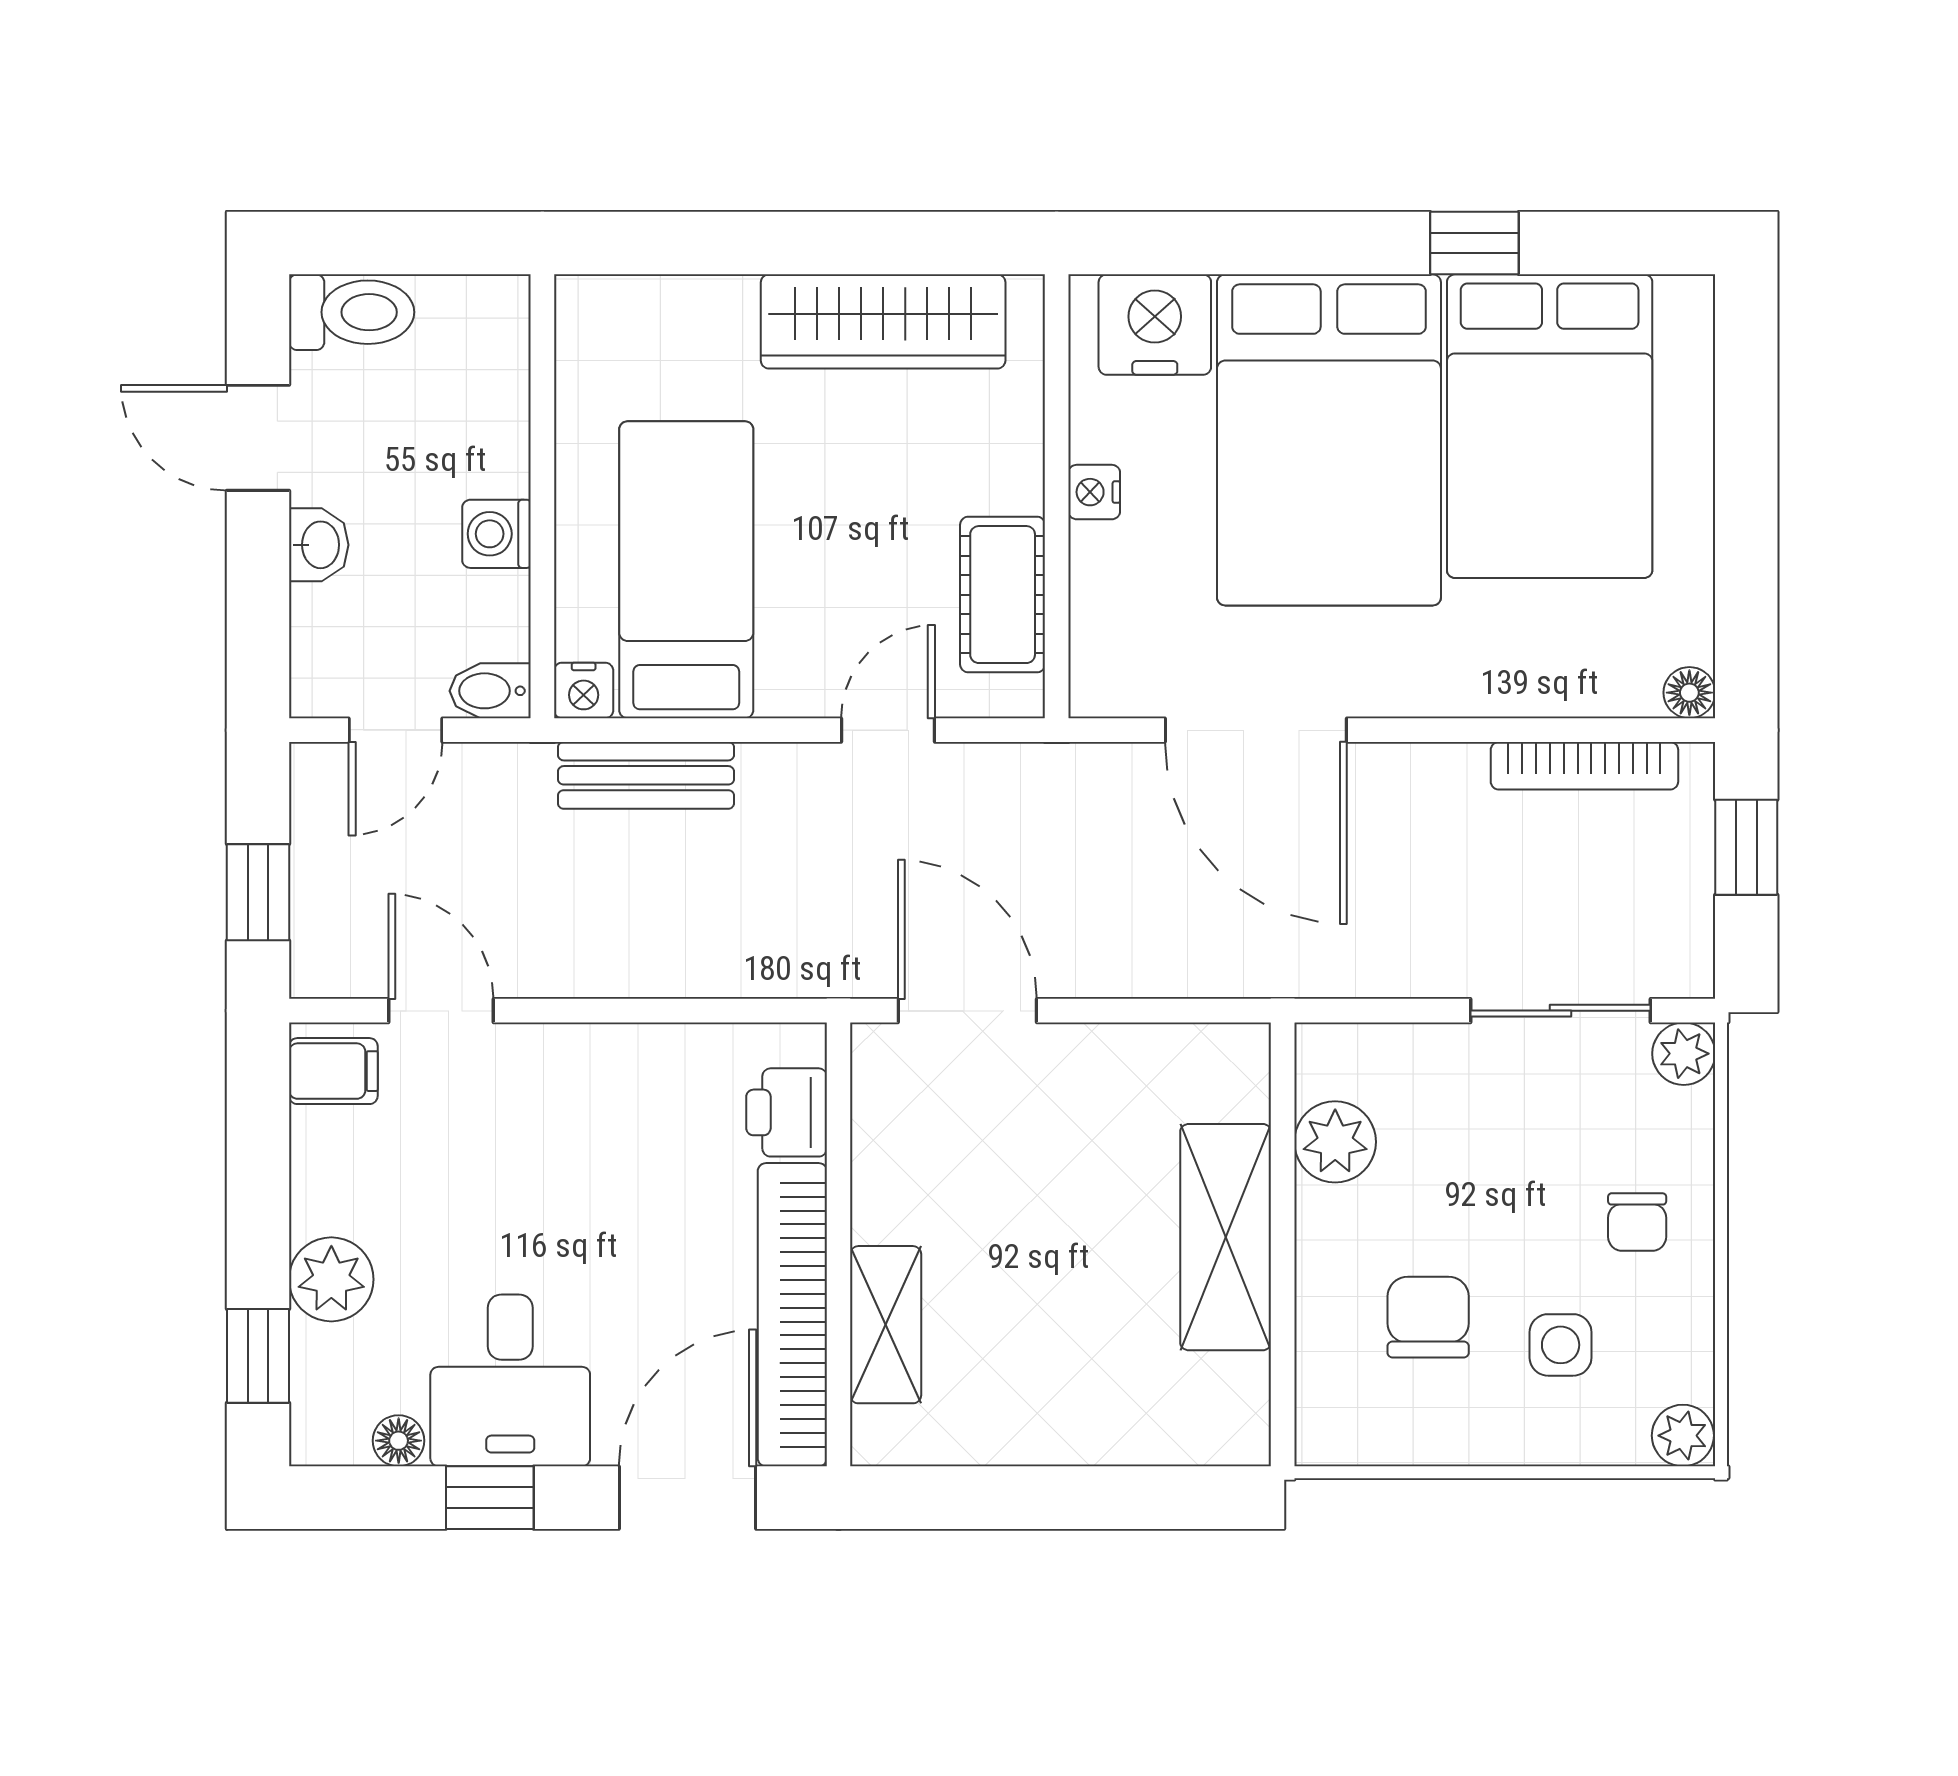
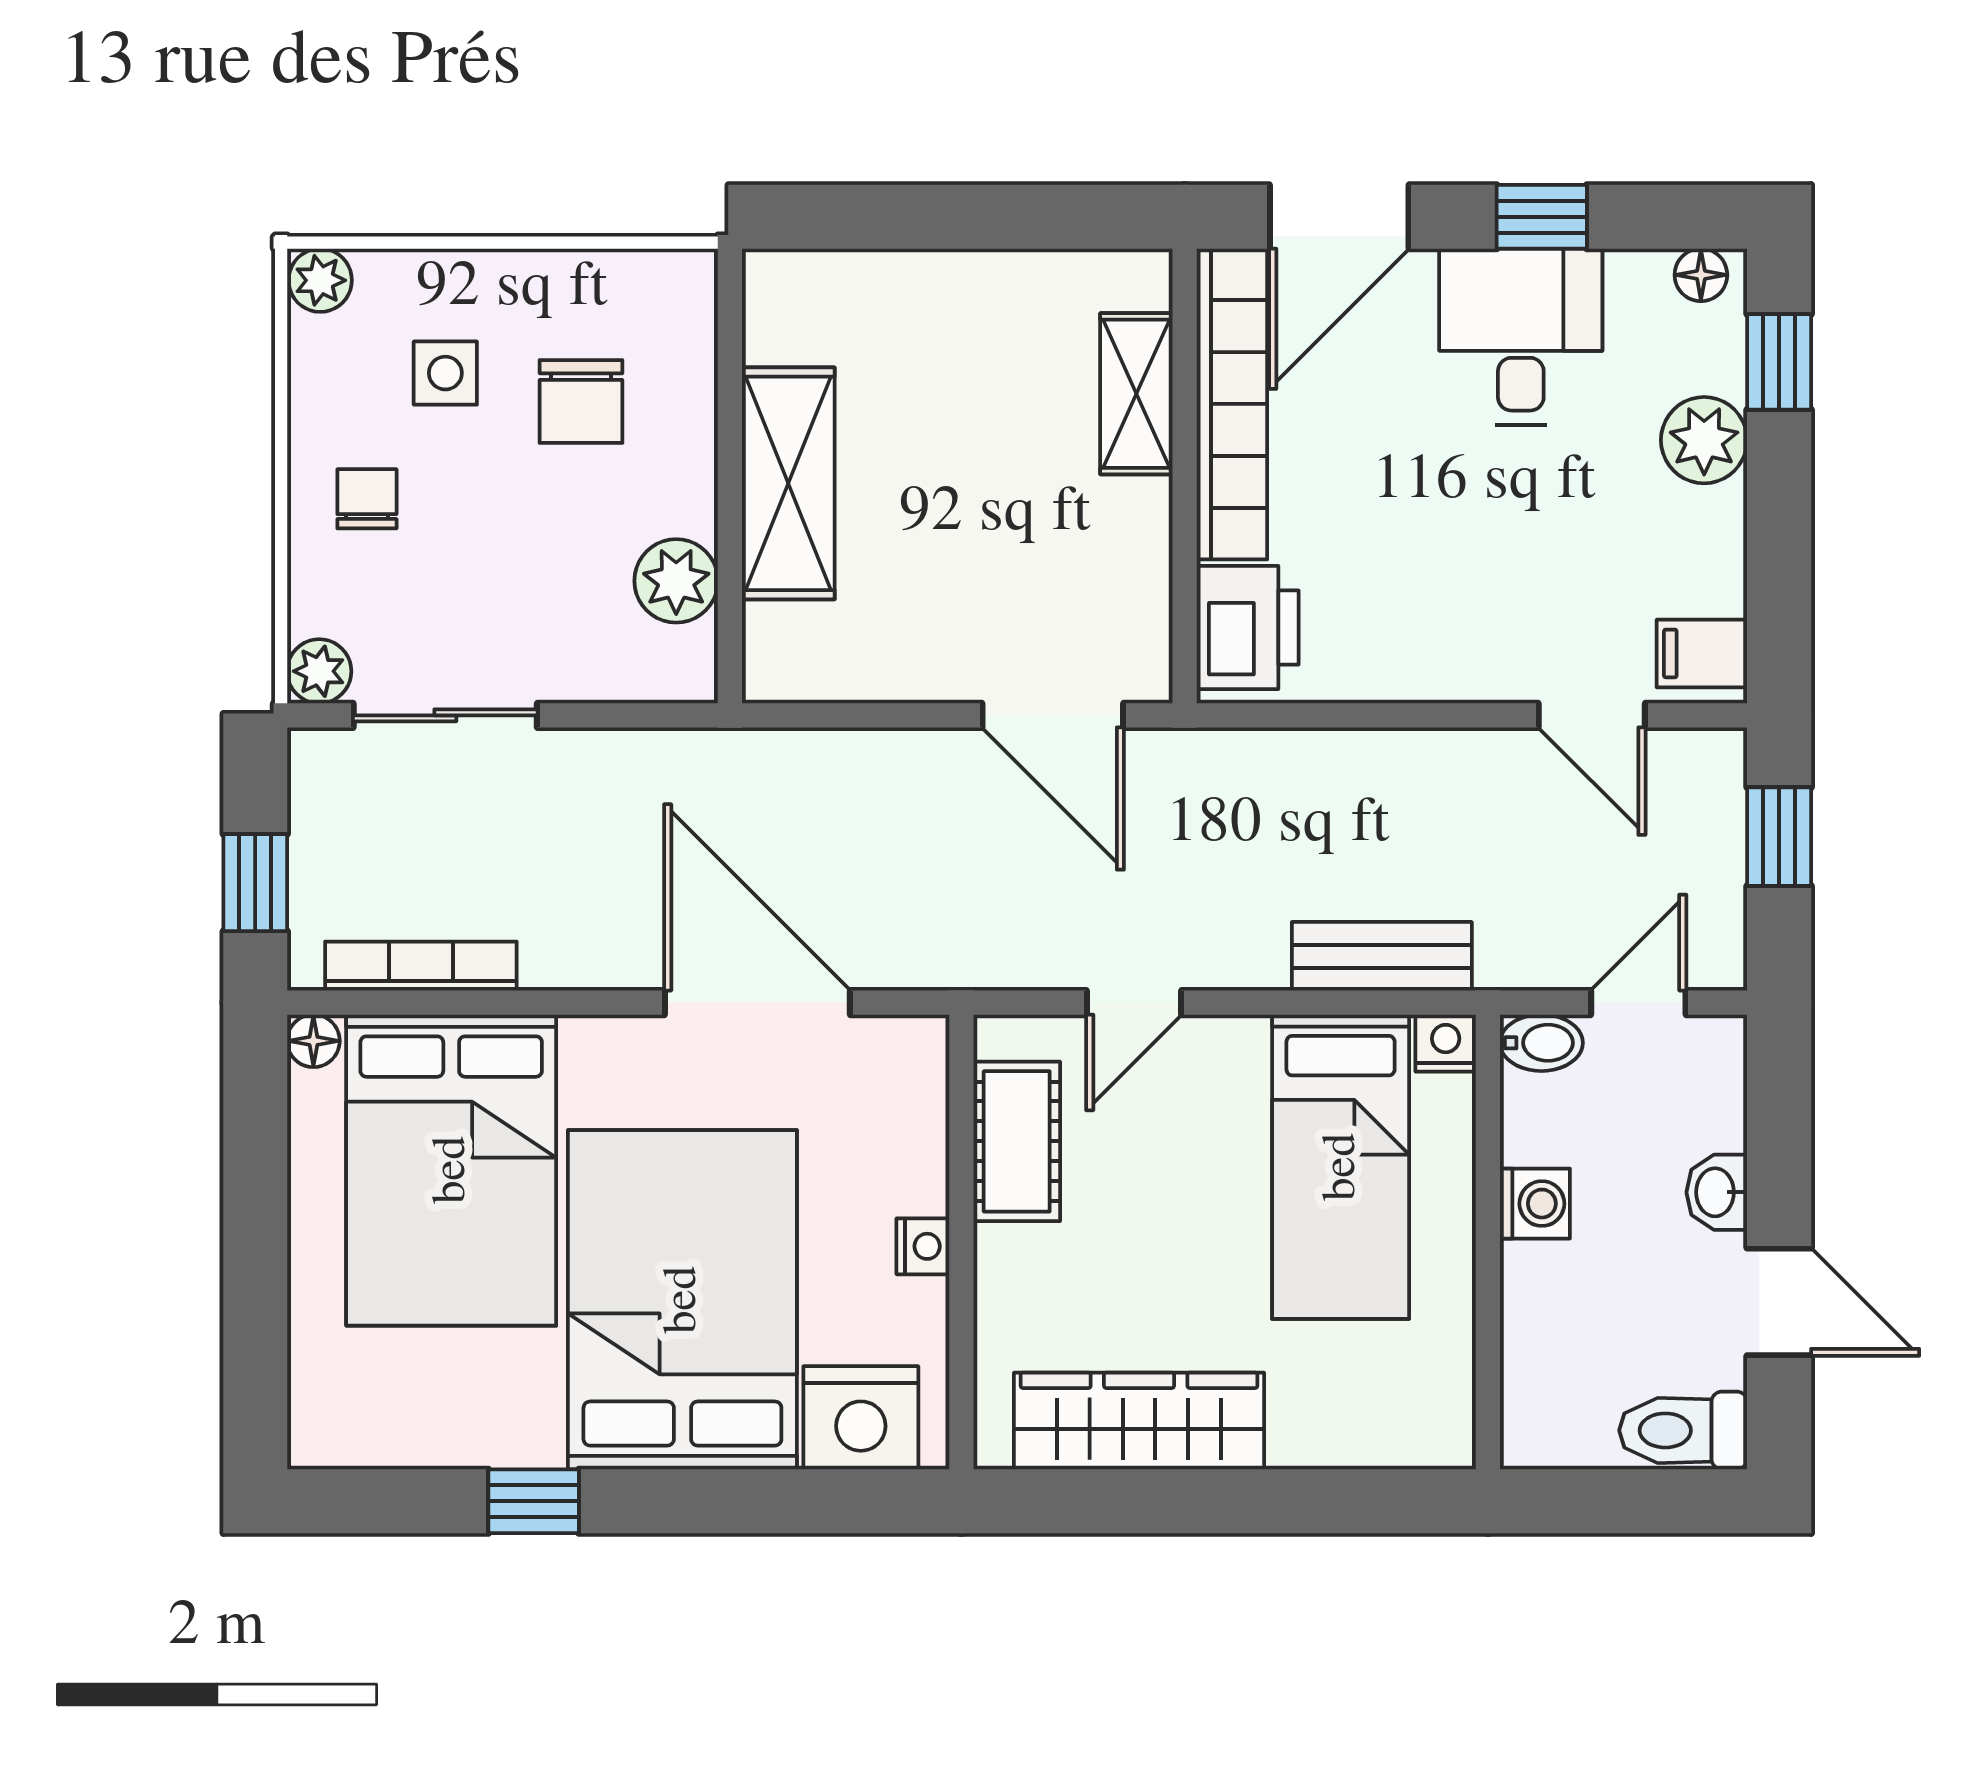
bed: (1550, 426) -> (451, 1170), moved, turned 180
printer: (787, 1112) -> (1248, 628), width x1.36, depth x1.24
floor lamp: (399, 1441) -> (1701, 275), moved

